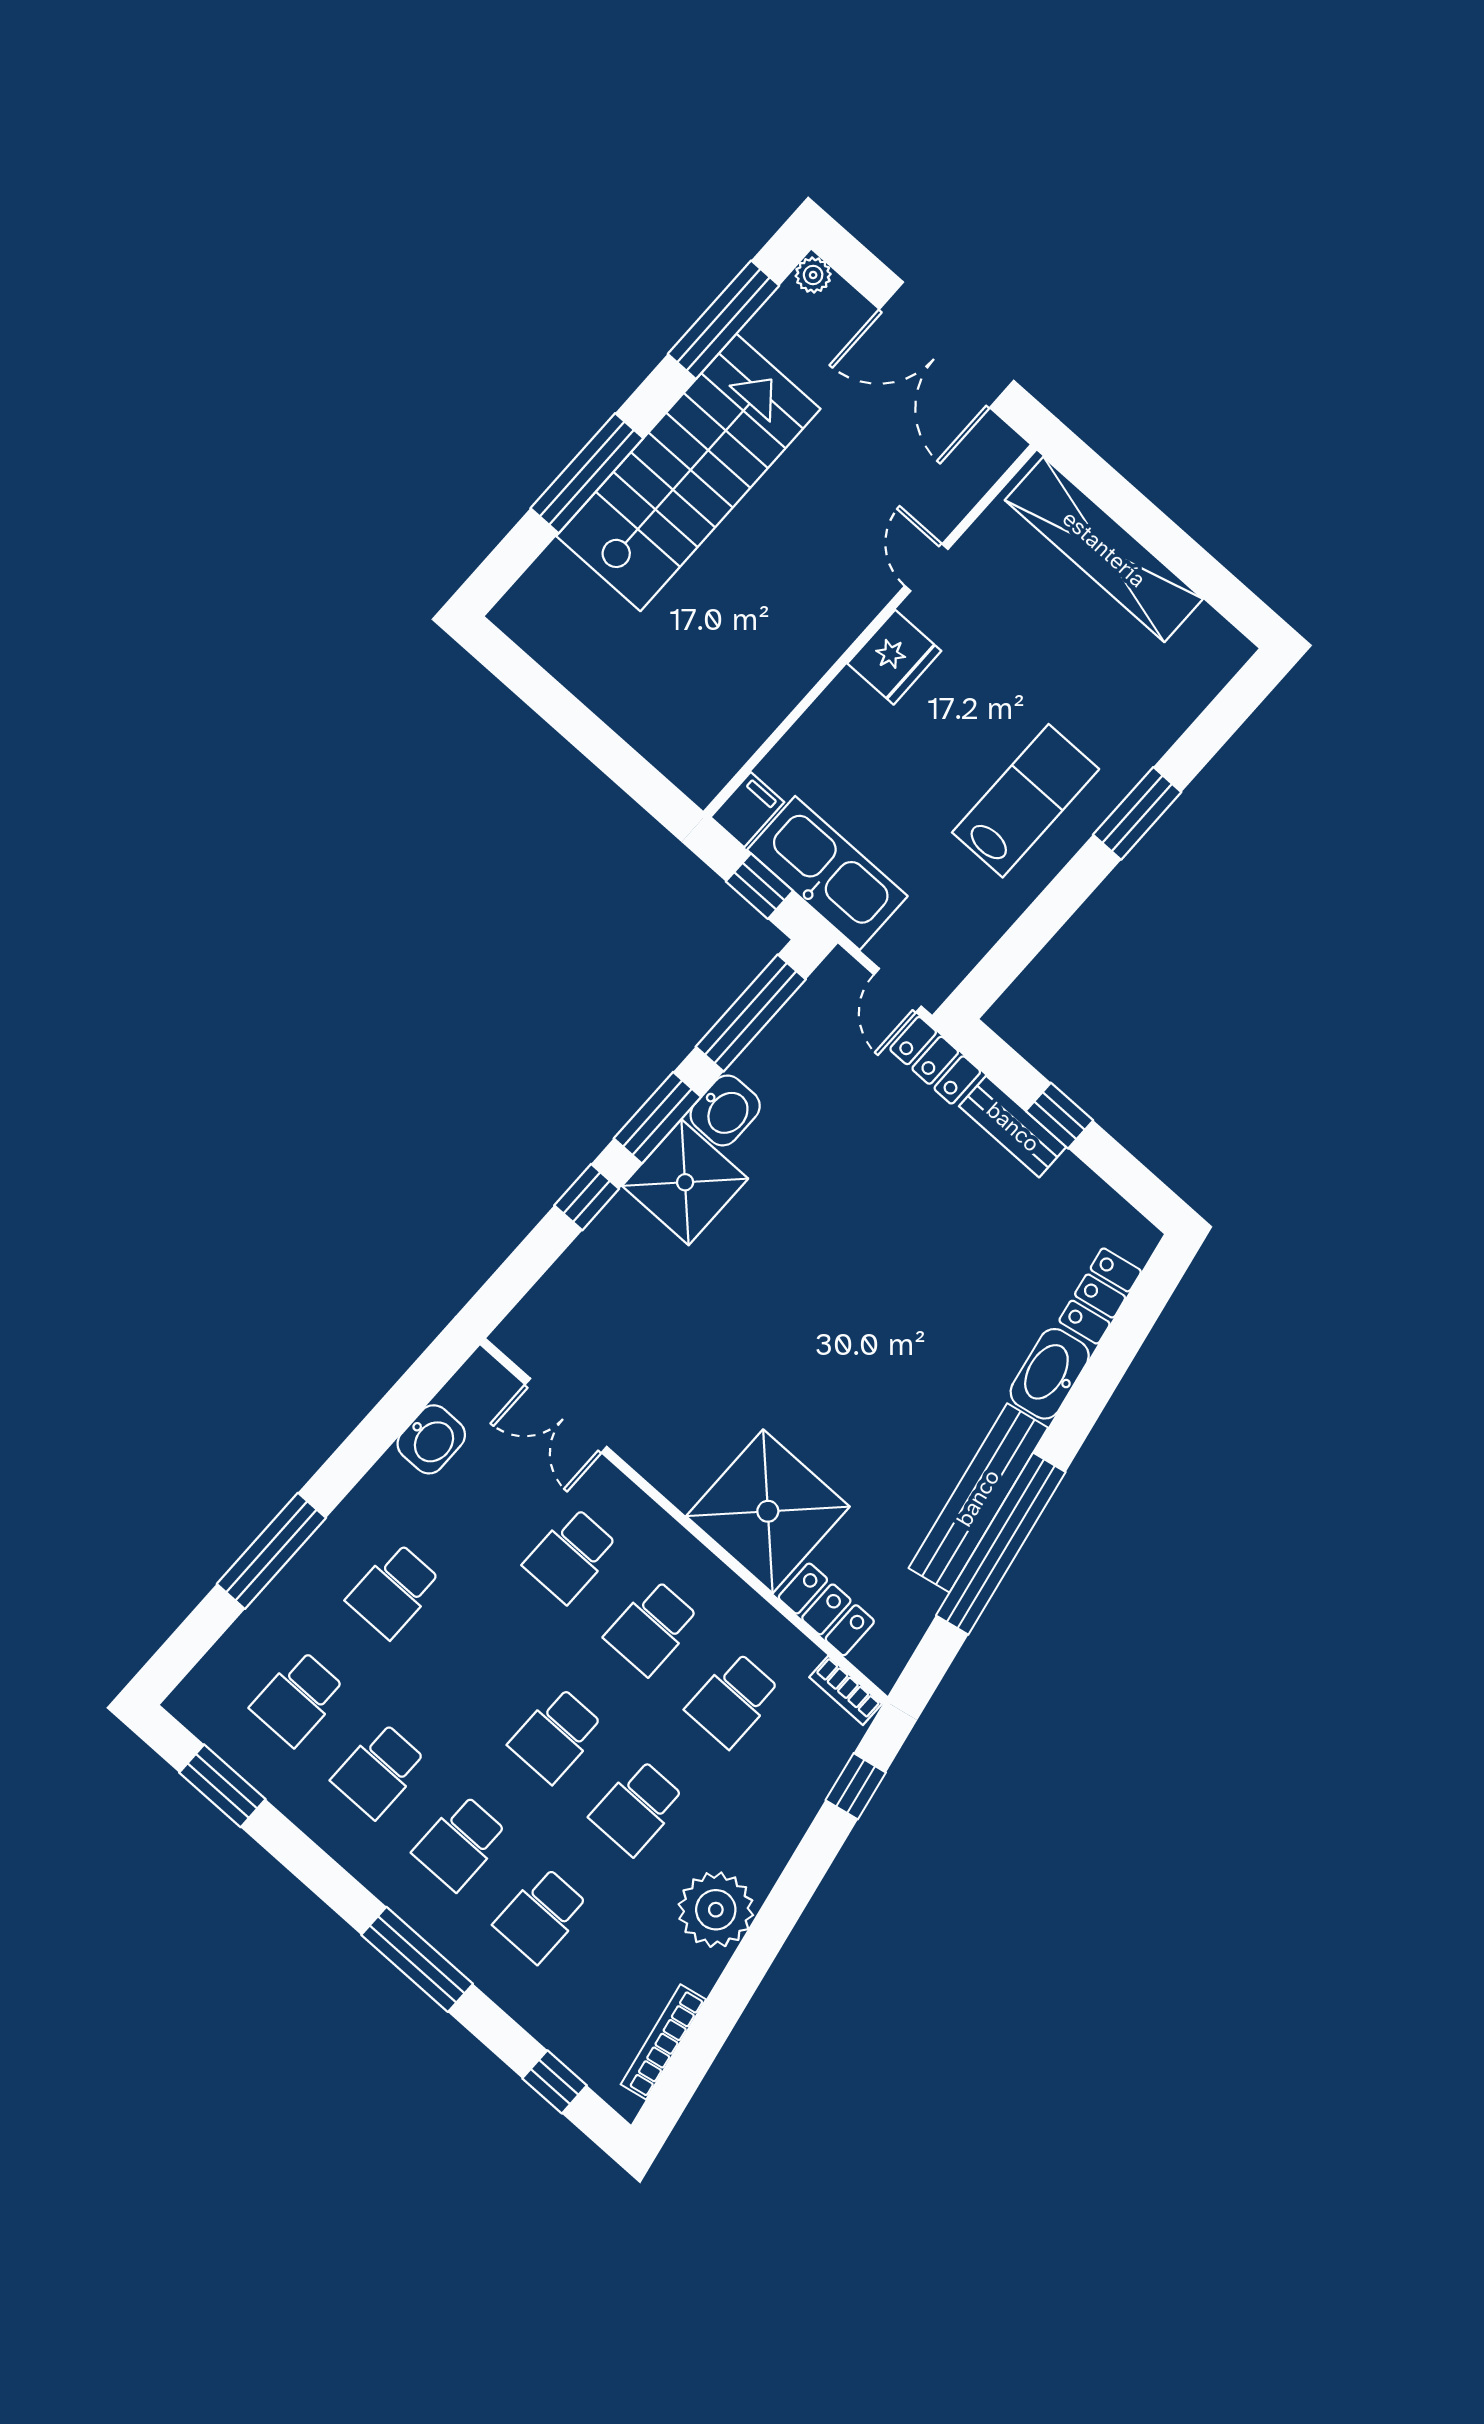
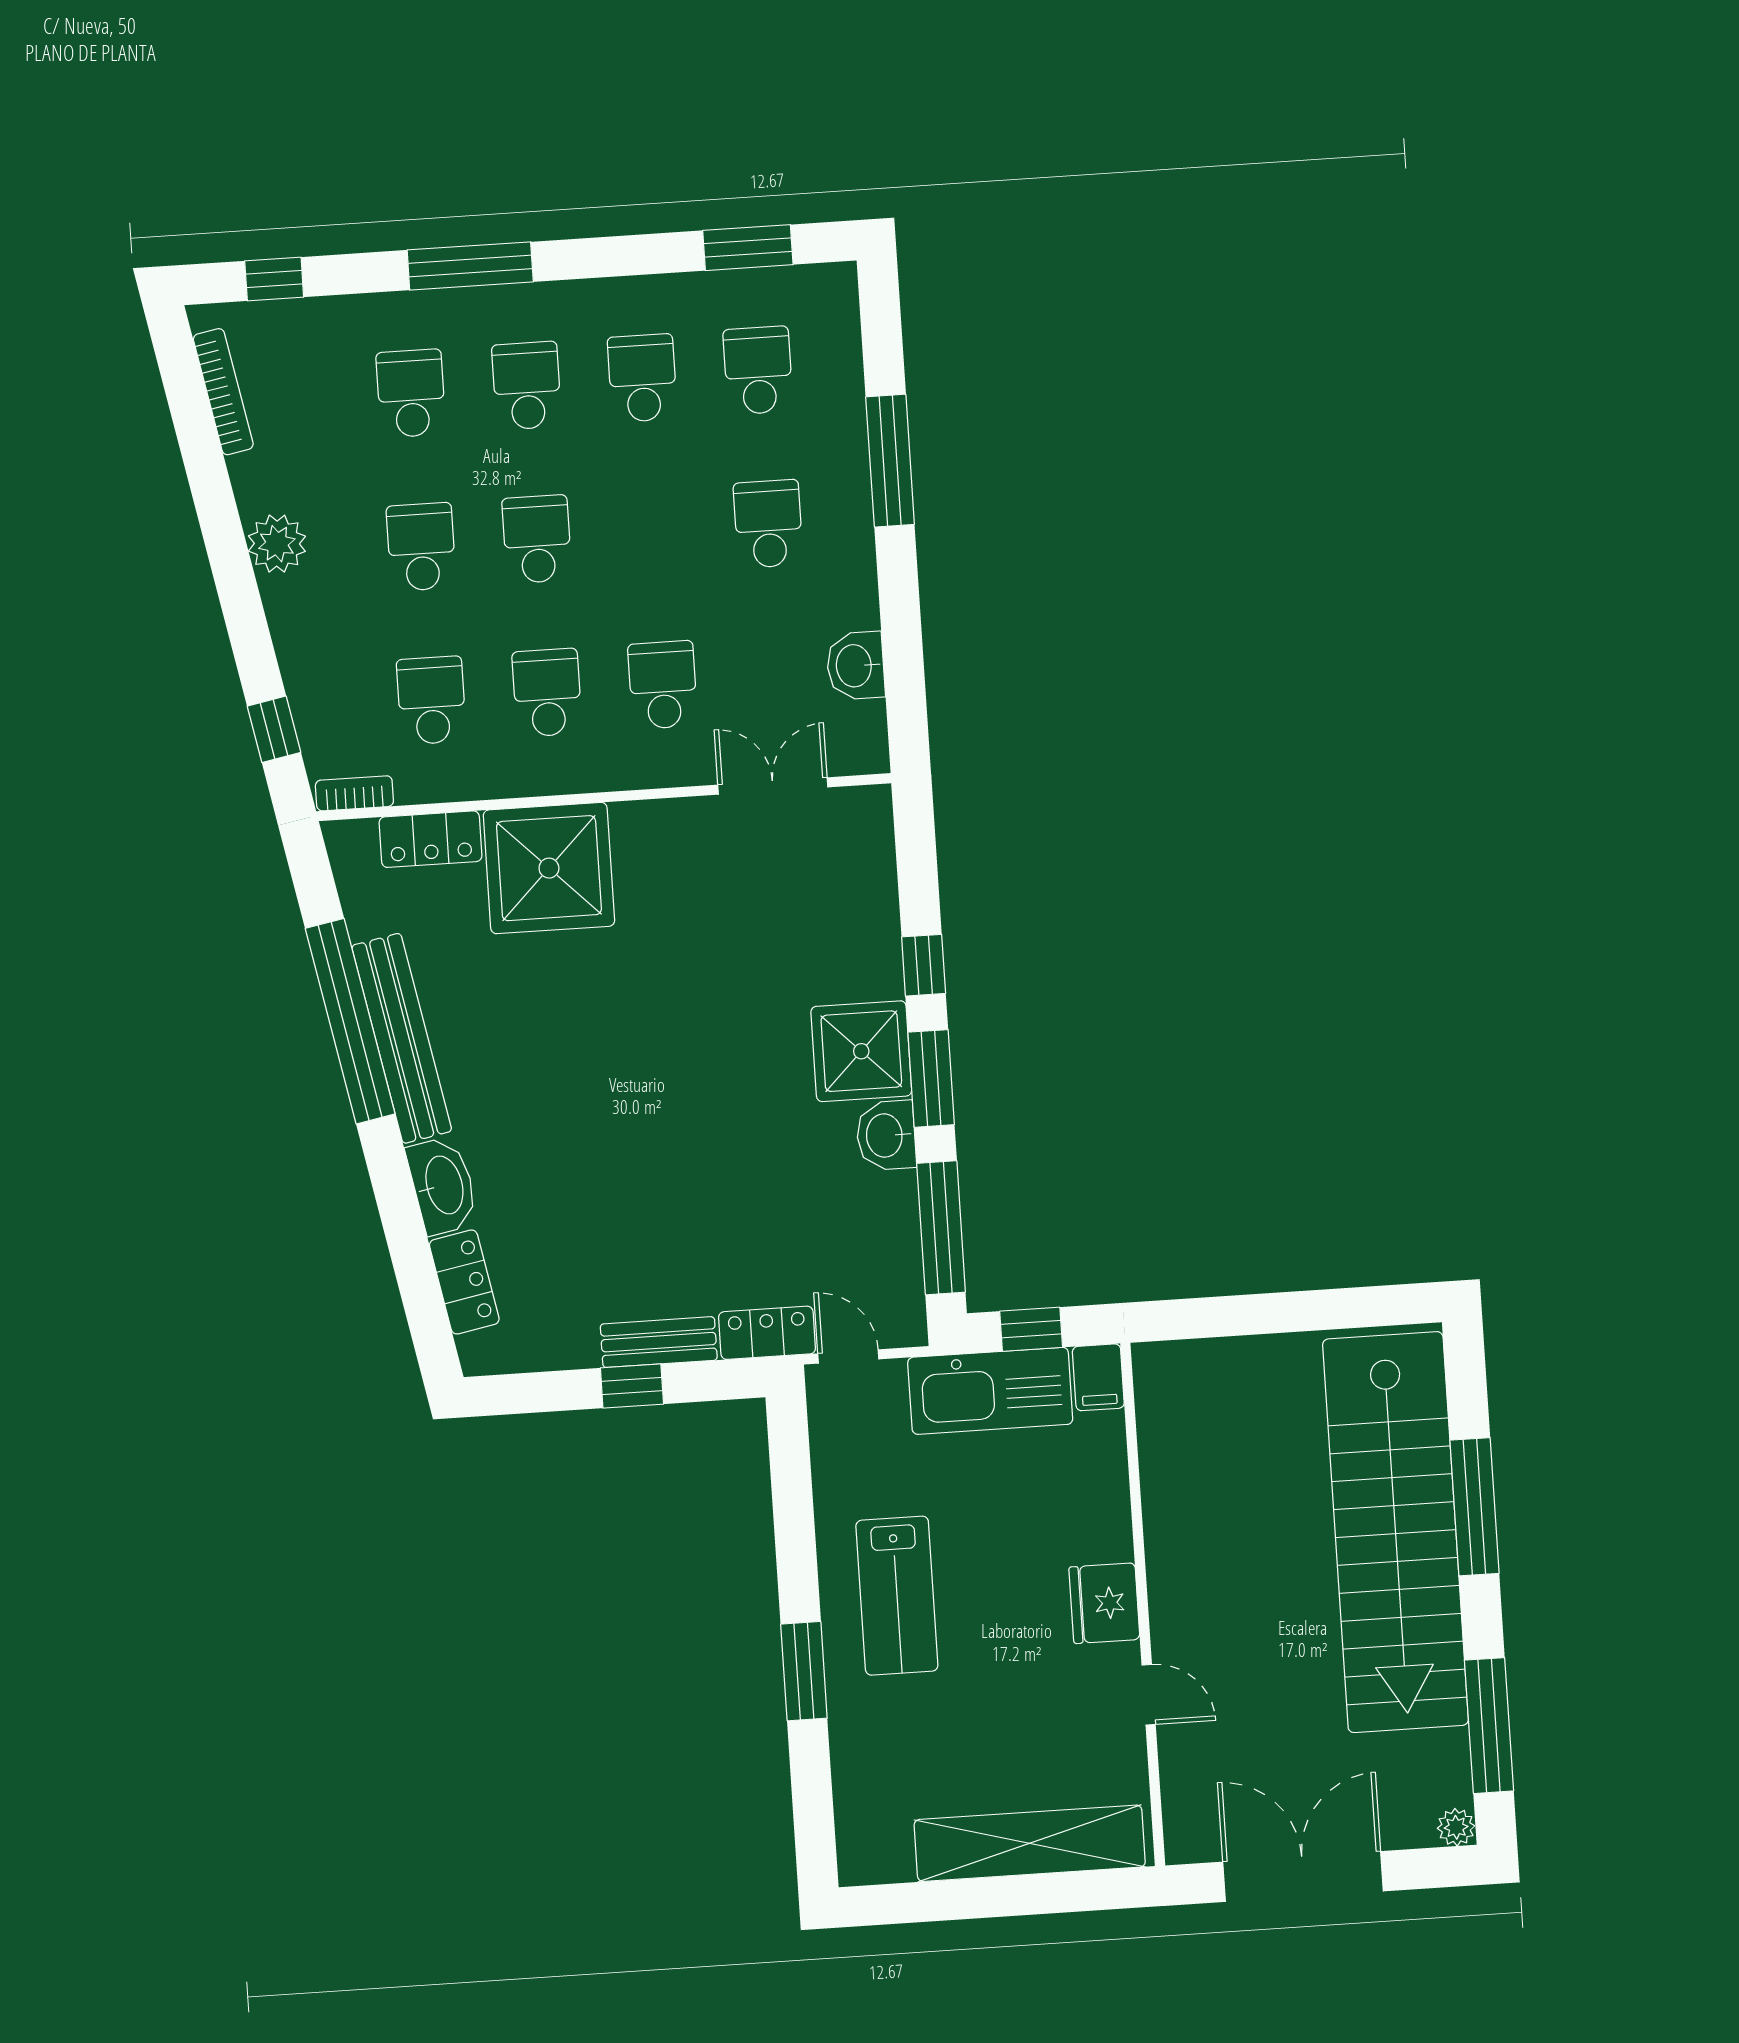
stairs: (688, 473) -> (1396, 1532), width x1.36
plant: (716, 1910) -> (277, 544), width x0.73, depth x0.73

